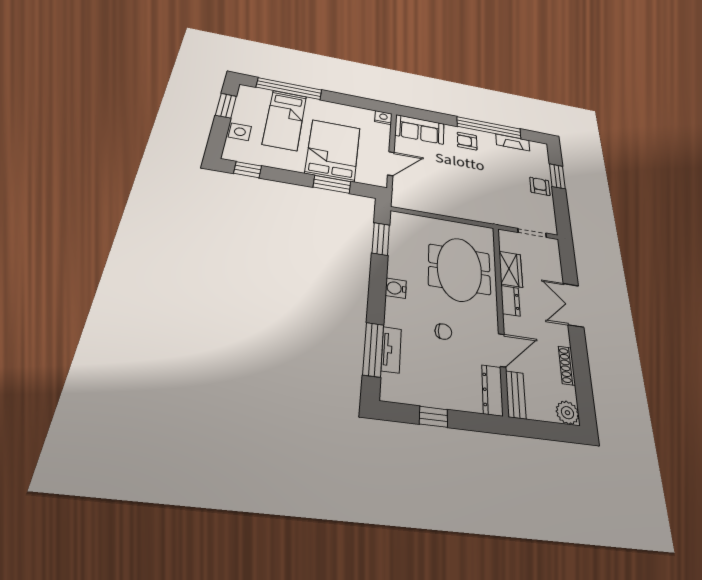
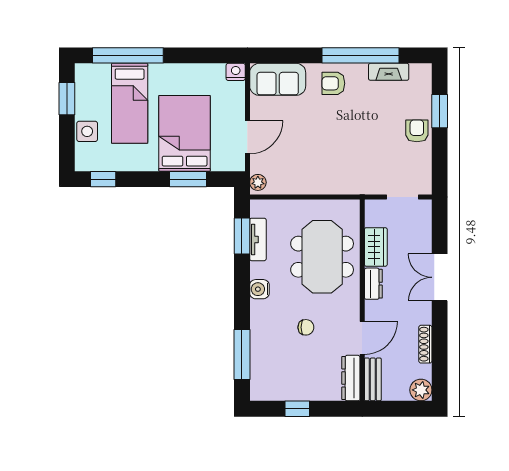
plant: (399, 199) -> (258, 182), added
tv unit: (391, 350) -> (258, 239), moved

